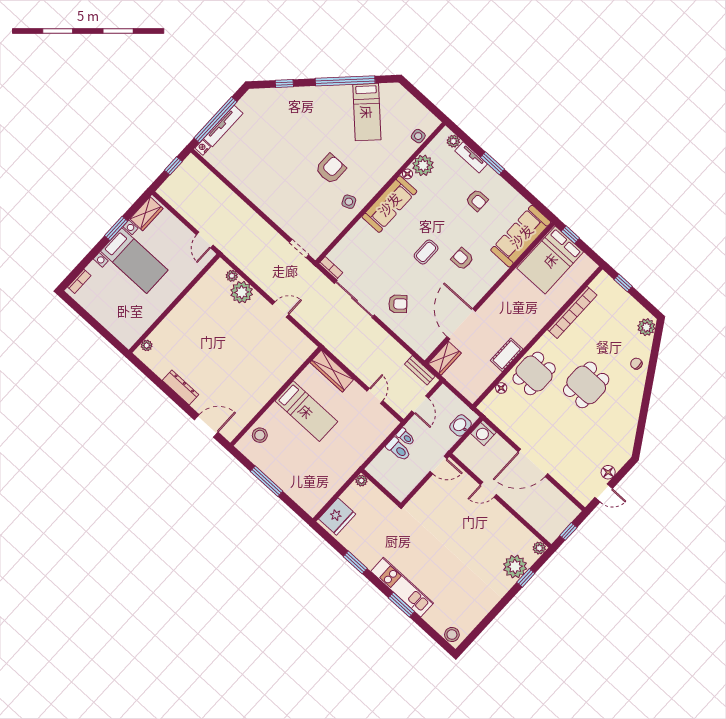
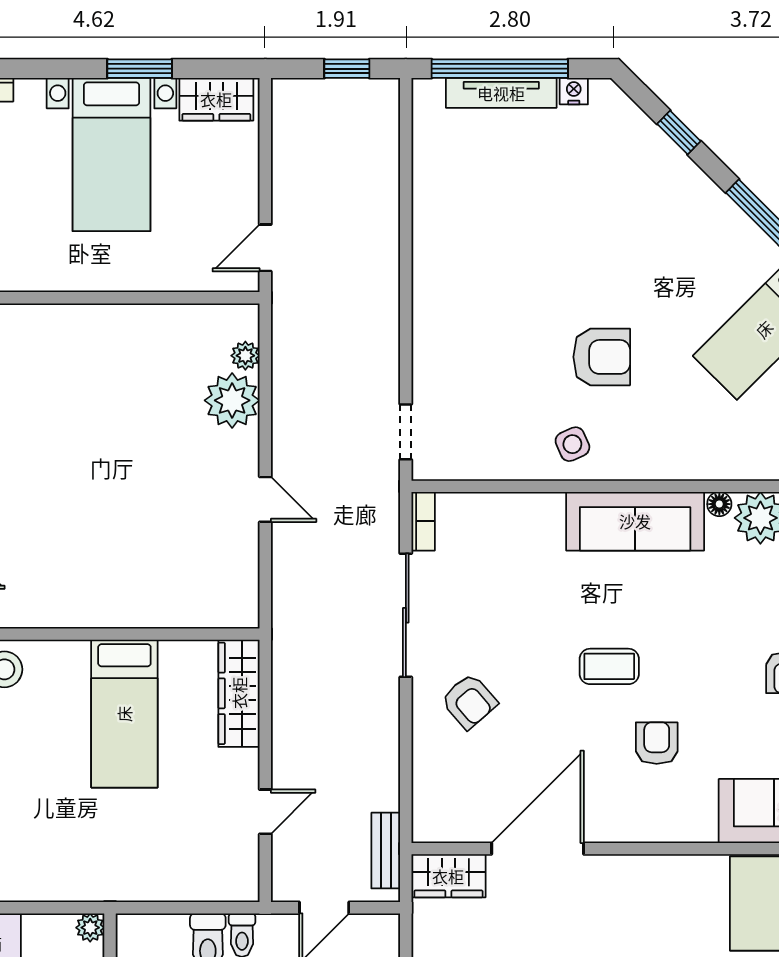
nightstand: (203, 147) -> (574, 91), moved

